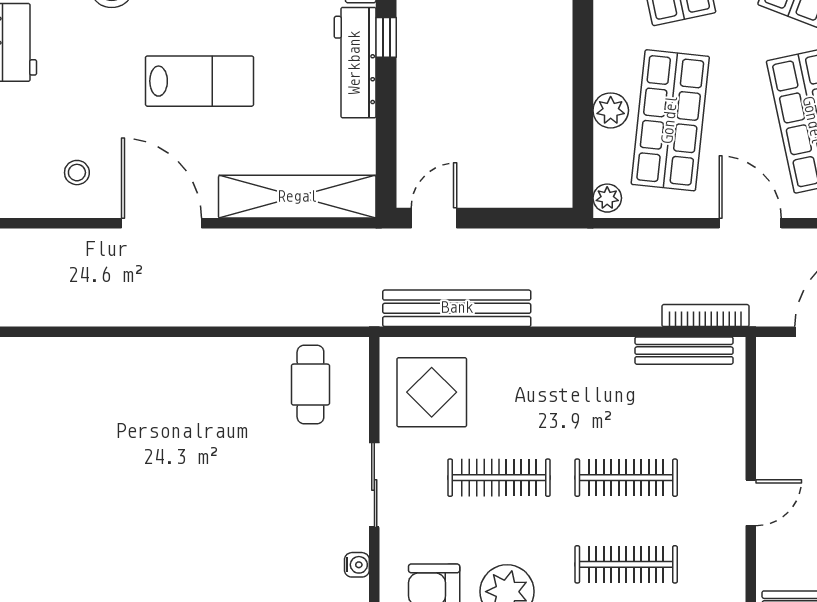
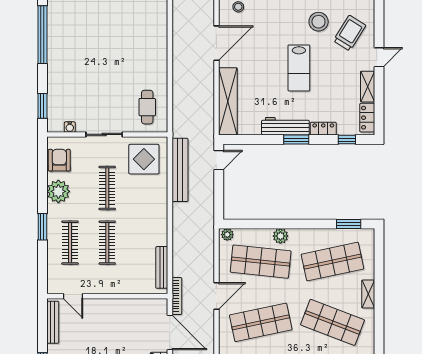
window: (386, 37) -> (296, 140), width x1.50
lab bench: (200, 81) -> (299, 68), moved
plant: (611, 110) -> (280, 236), moved
door: (434, 218) -> (219, 160), hinge flipped
bookcase: (705, 316) -> (177, 296), moved
cafe table: (310, 385) -> (147, 107), turned 90
door: (751, 503) -> (73, 296), moved

